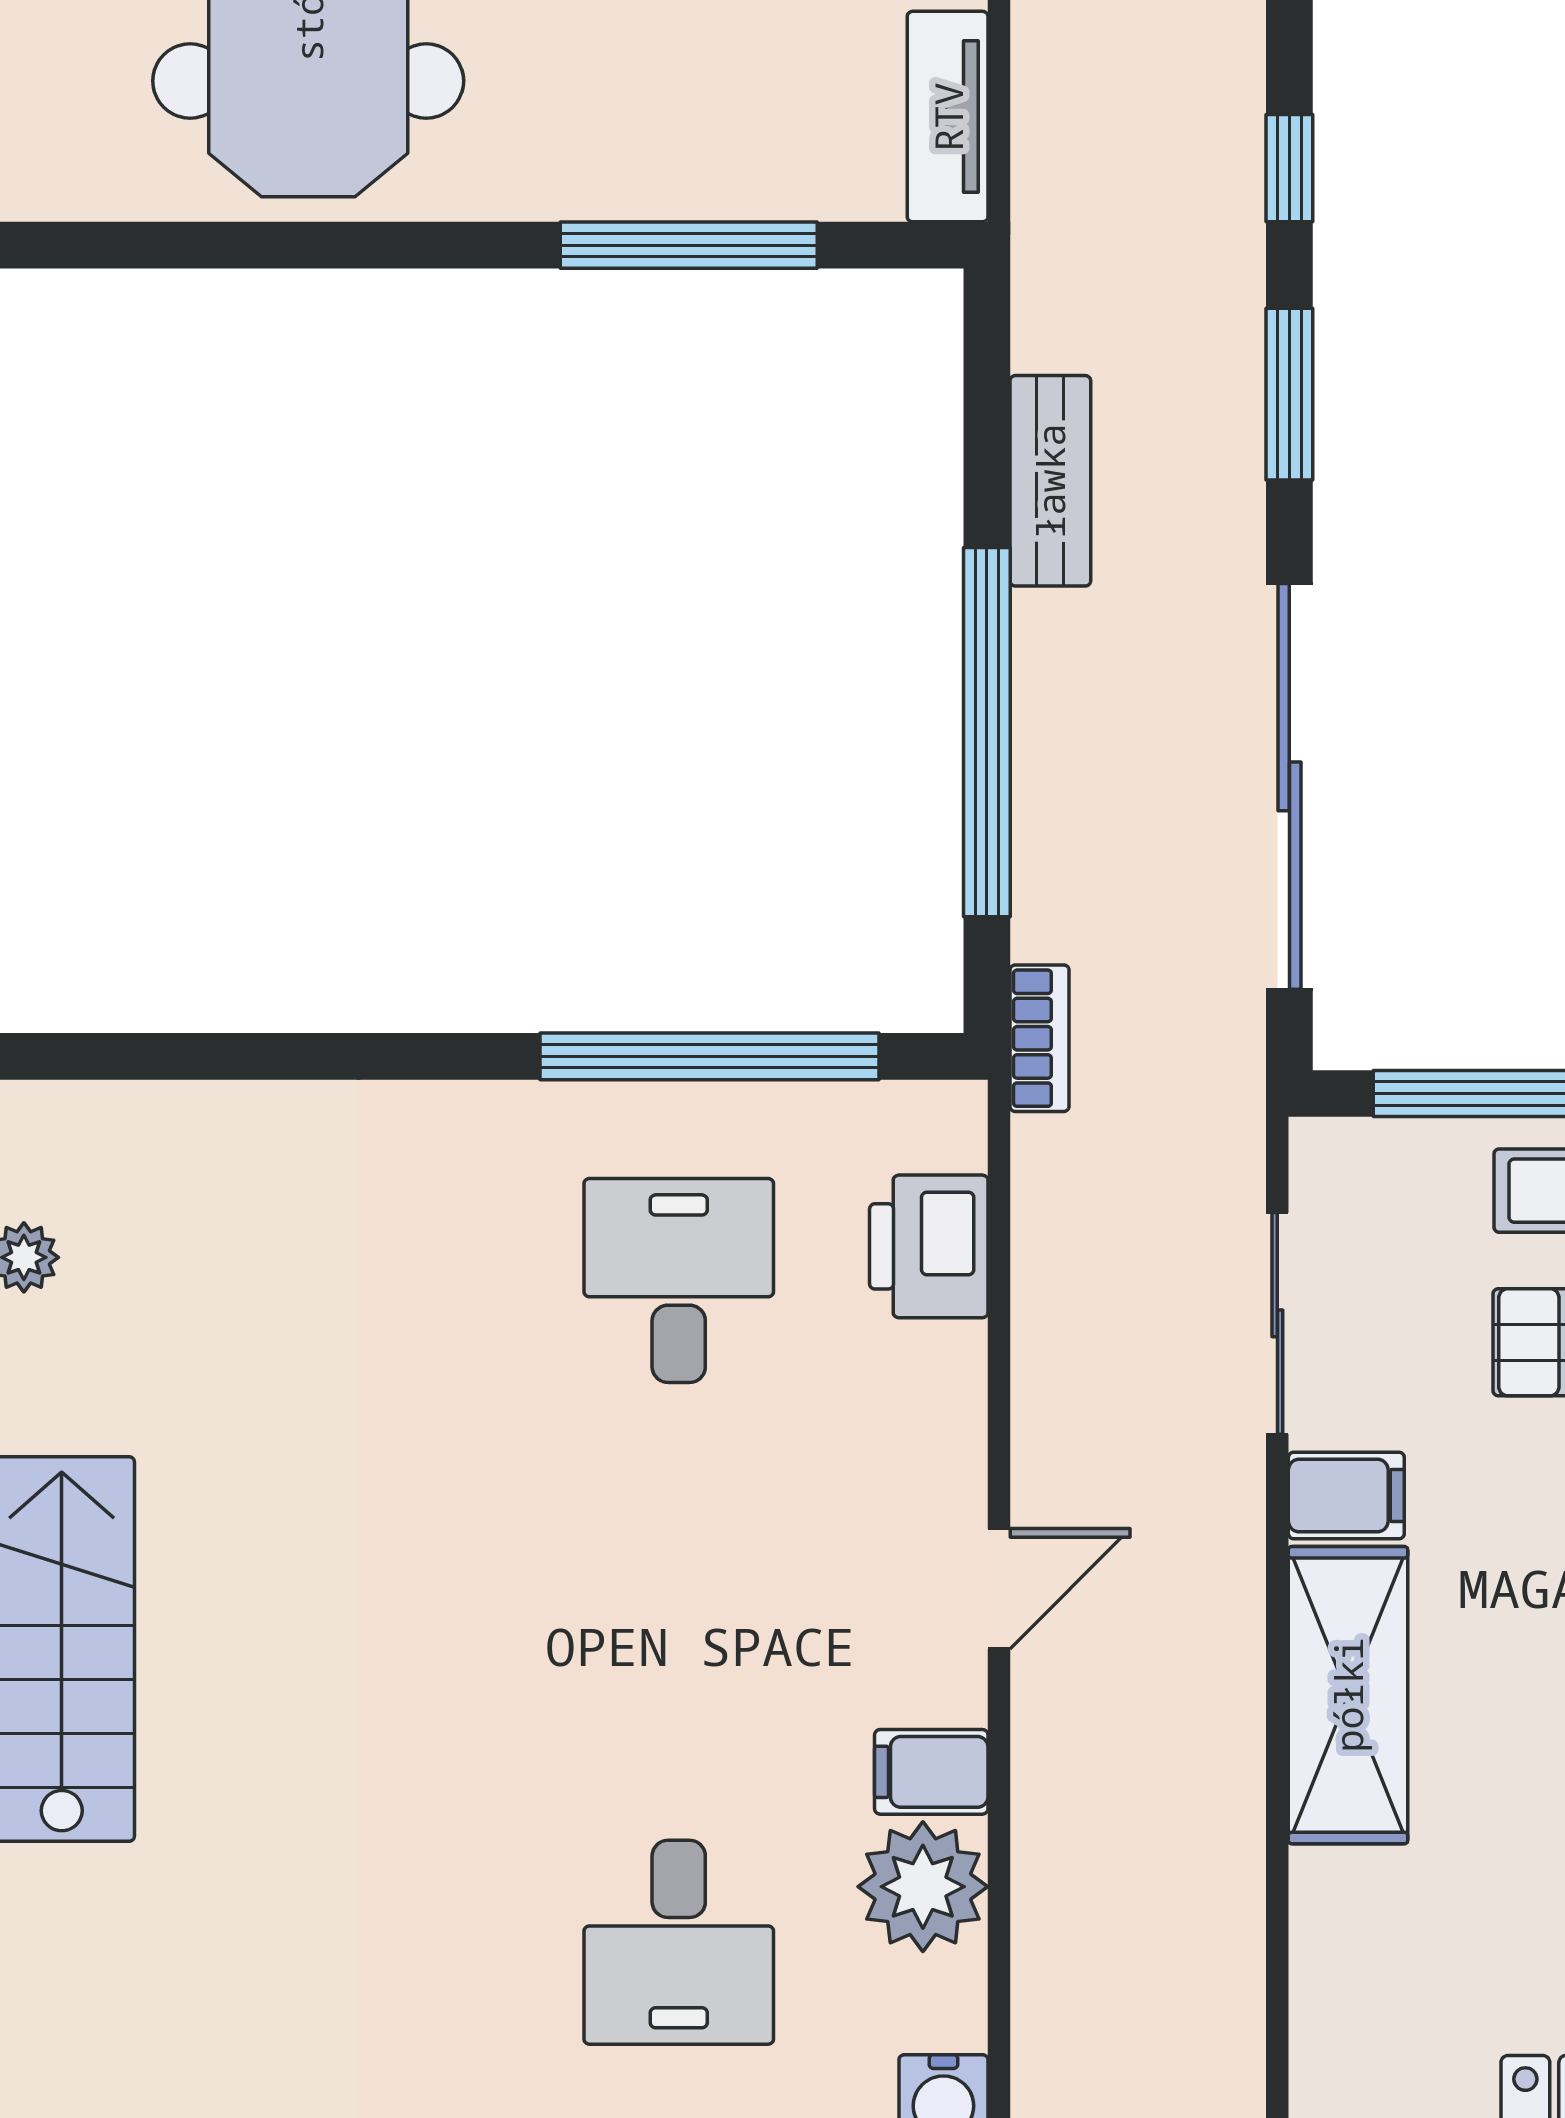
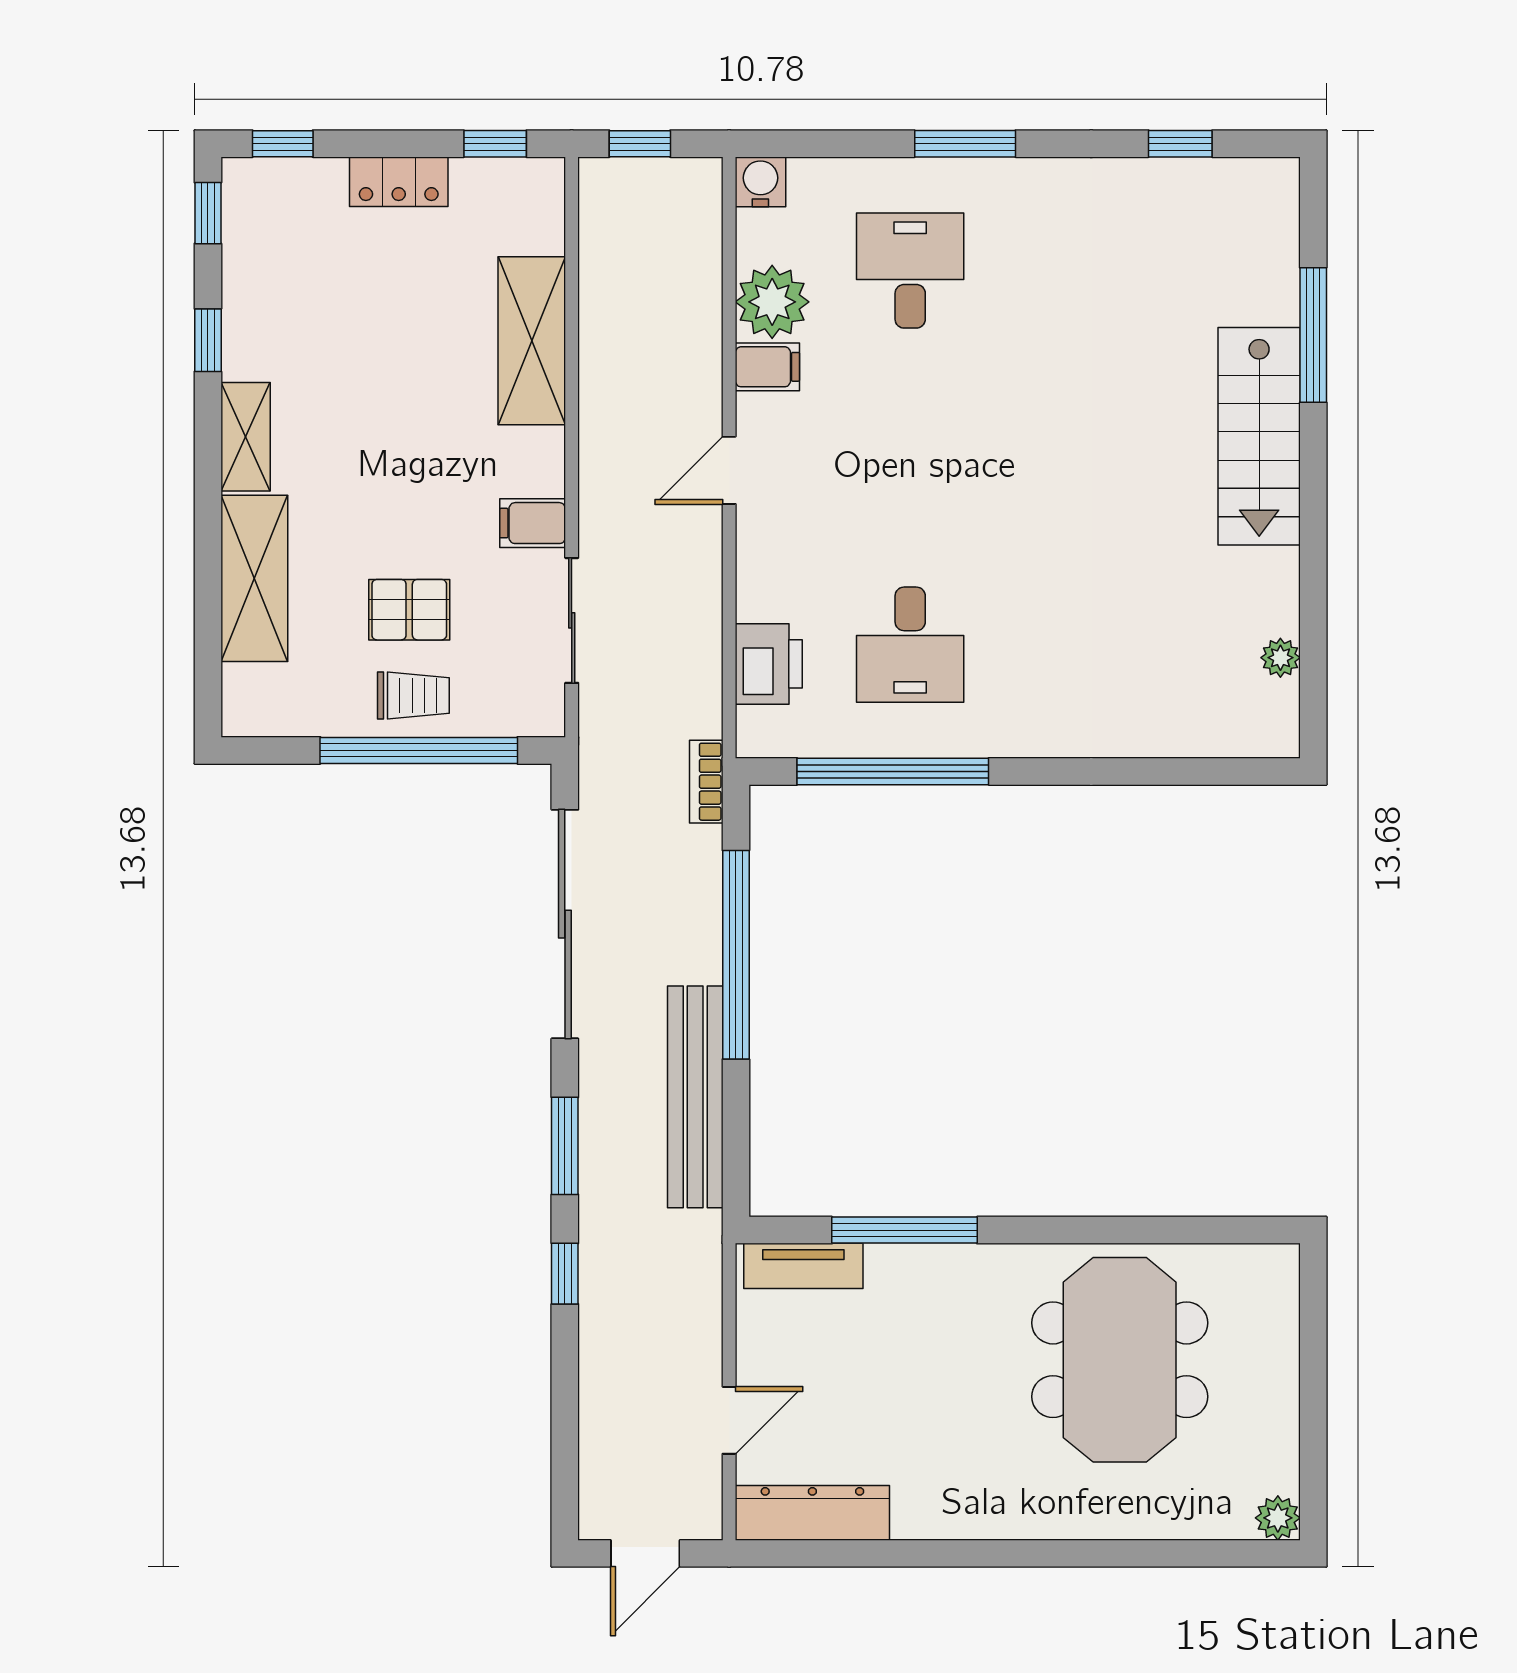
tv unit: (948, 117) -> (803, 1266), moved, turned 90
bench: (1050, 481) -> (695, 1097), width x1.86, depth x1.21
shelving: (1348, 1695) -> (532, 341), moved

